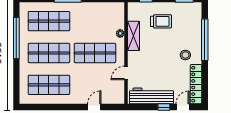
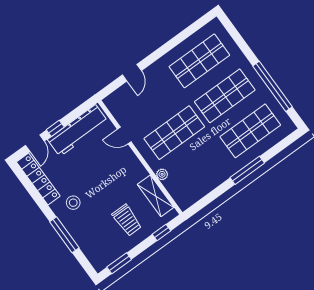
trolley: (161, 21) -> (127, 220), turned -90
shelving: (133, 36) -> (156, 196), moved
window: (205, 40) -> (64, 235), width x0.68
door: (126, 73) -> (124, 135), swing flipped

